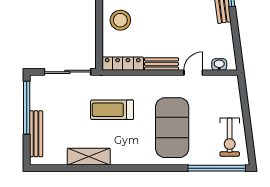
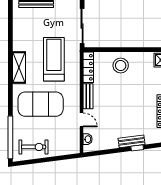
treadmill: (112, 110) -> (54, 59), width x1.37, depth x1.38
exercise bike: (230, 137) -> (34, 147), turned 180
shelving: (89, 157) -> (19, 68), moved

